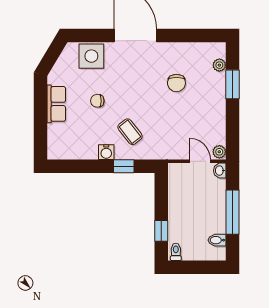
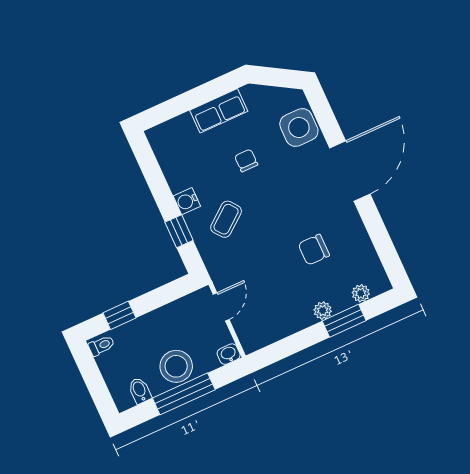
plant: (219, 152) -> (323, 311), moved
door: (200, 161) -> (221, 307), moved
stool: (212, 209) -> (176, 366), added

